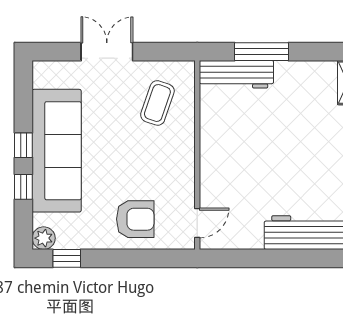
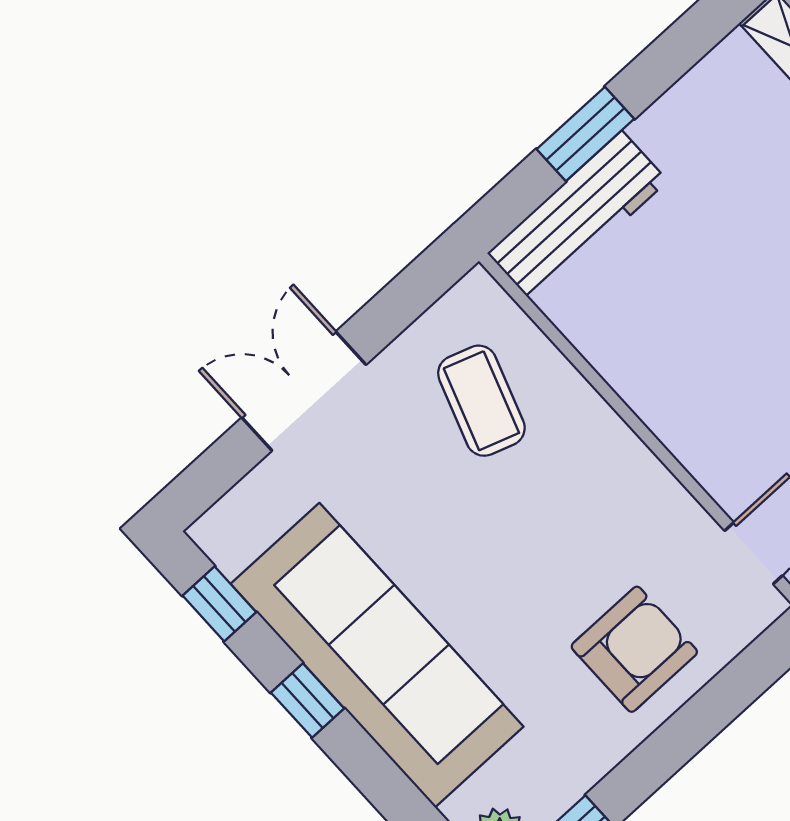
window: (262, 52) -> (585, 134), width x0.69
window: (23, 187) -> (219, 604), moved

